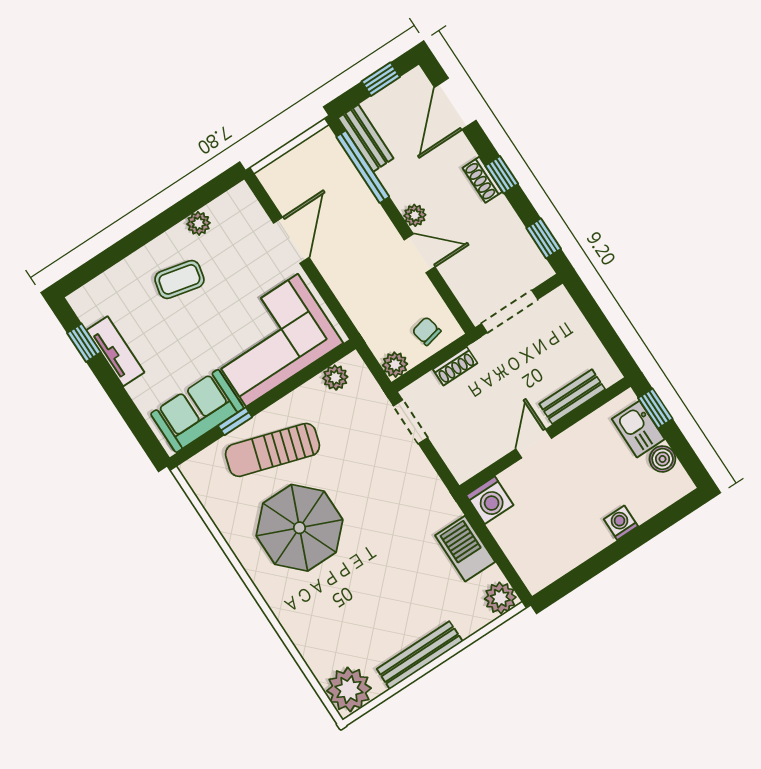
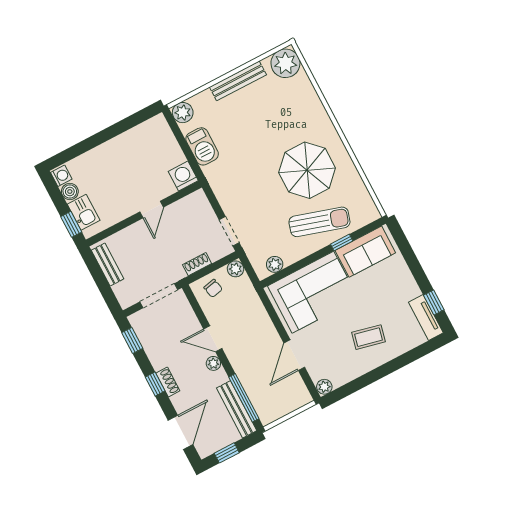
bench: (366, 138) -> (237, 409), width x1.36
plant: (198, 223) -> (324, 387), moved
tv unit: (115, 351) -> (426, 317), moved
bench: (572, 397) -> (108, 265), moved, turned 90
washing machine: (621, 523) -> (61, 176), moved, turned -90

